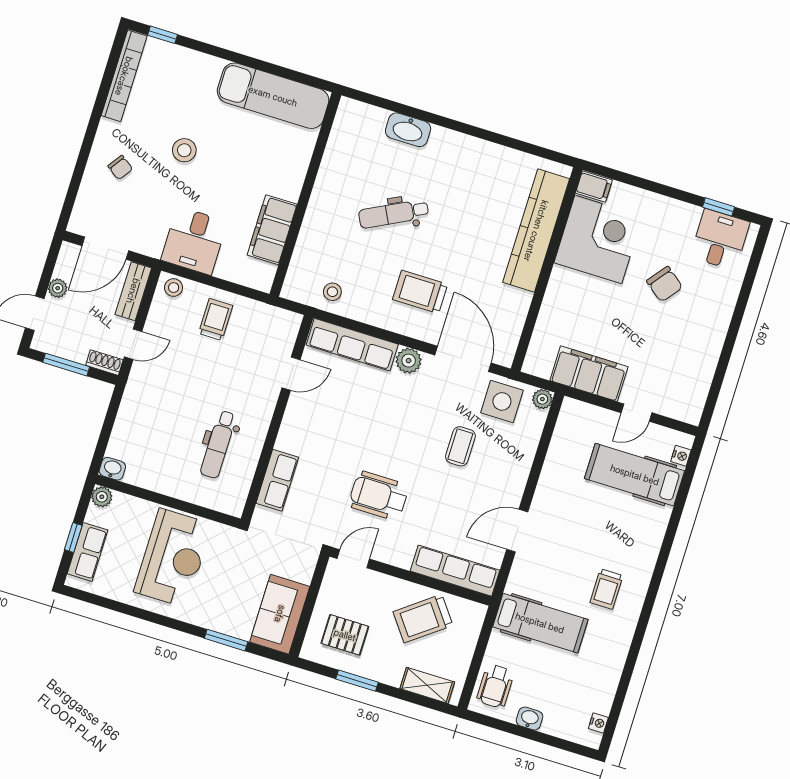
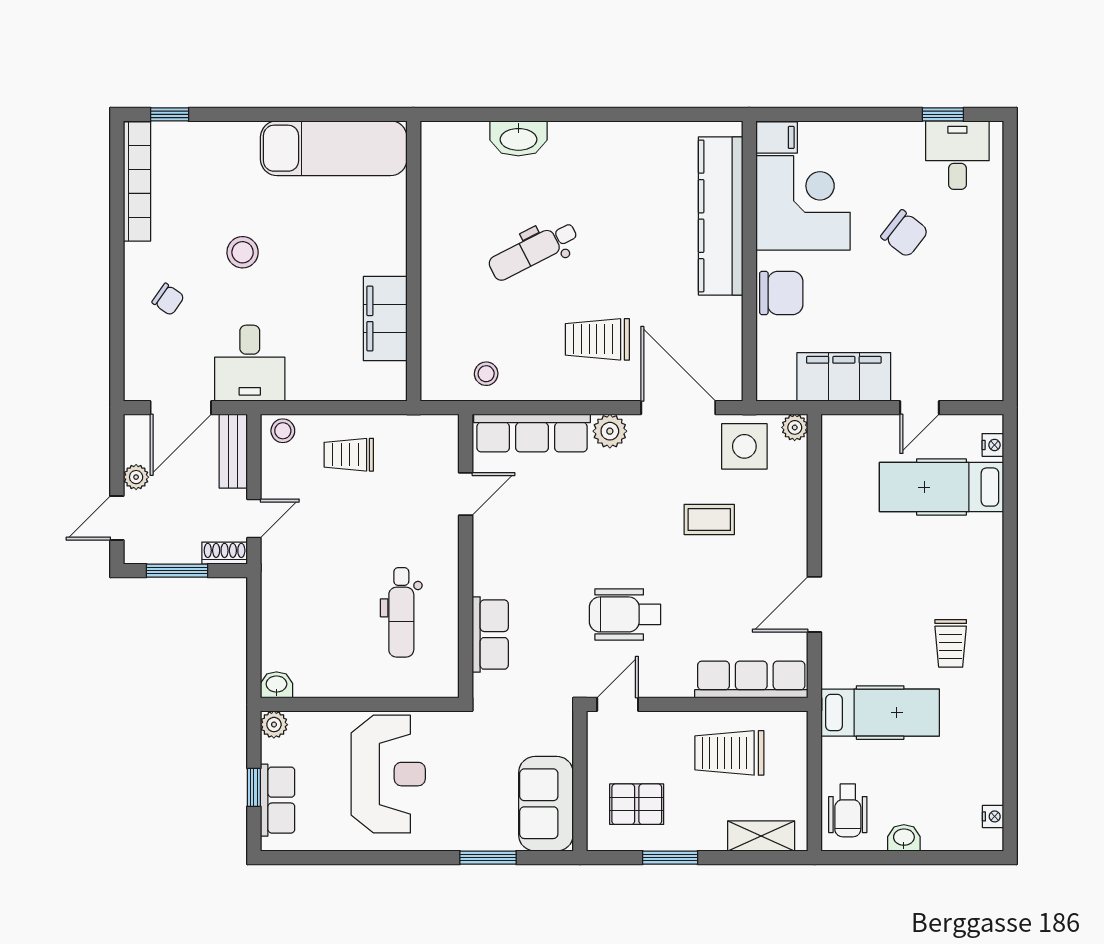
desk: (194, 241) -> (250, 363), moved
chair: (563, 299) -> (781, 293), added
trolley: (216, 319) -> (349, 455), turned -90
coffee table: (460, 446) -> (709, 520), turned 90
trolley: (423, 619) -> (729, 753), turned 37

